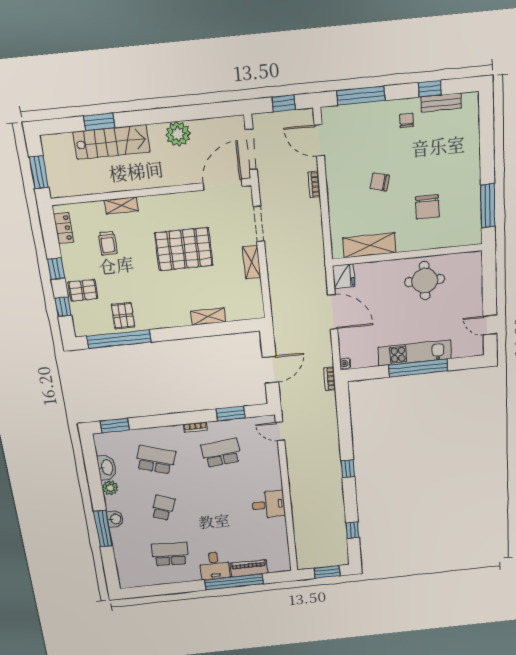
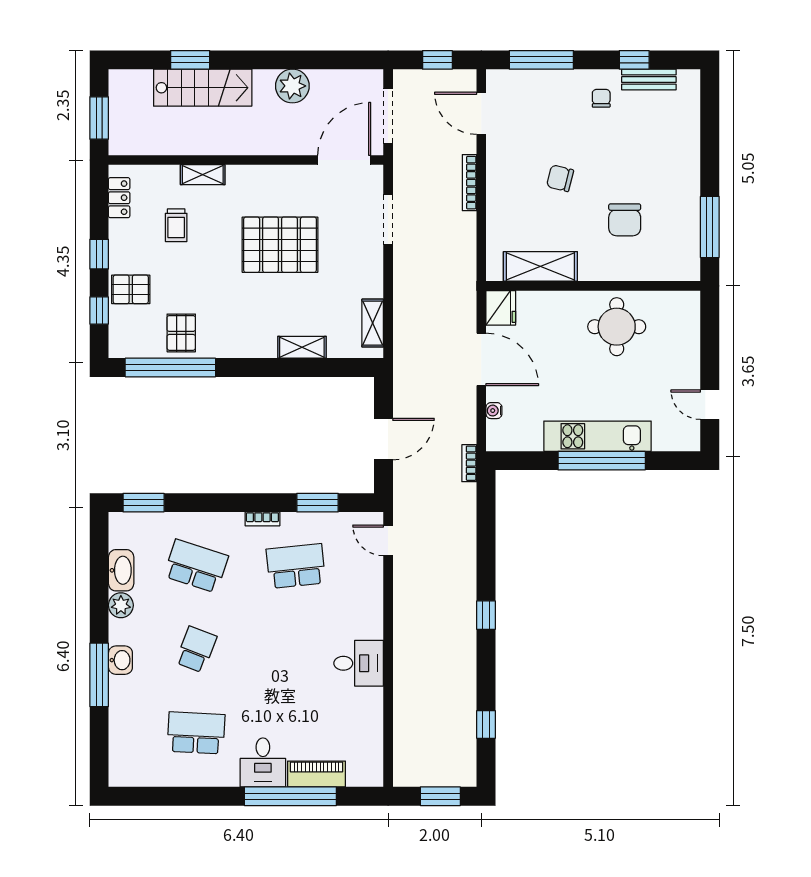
bookcase: (314, 185) -> (469, 183), width x1.56
shelving: (252, 262) -> (373, 323), moved
water cooler: (345, 363) -> (494, 411), moved

